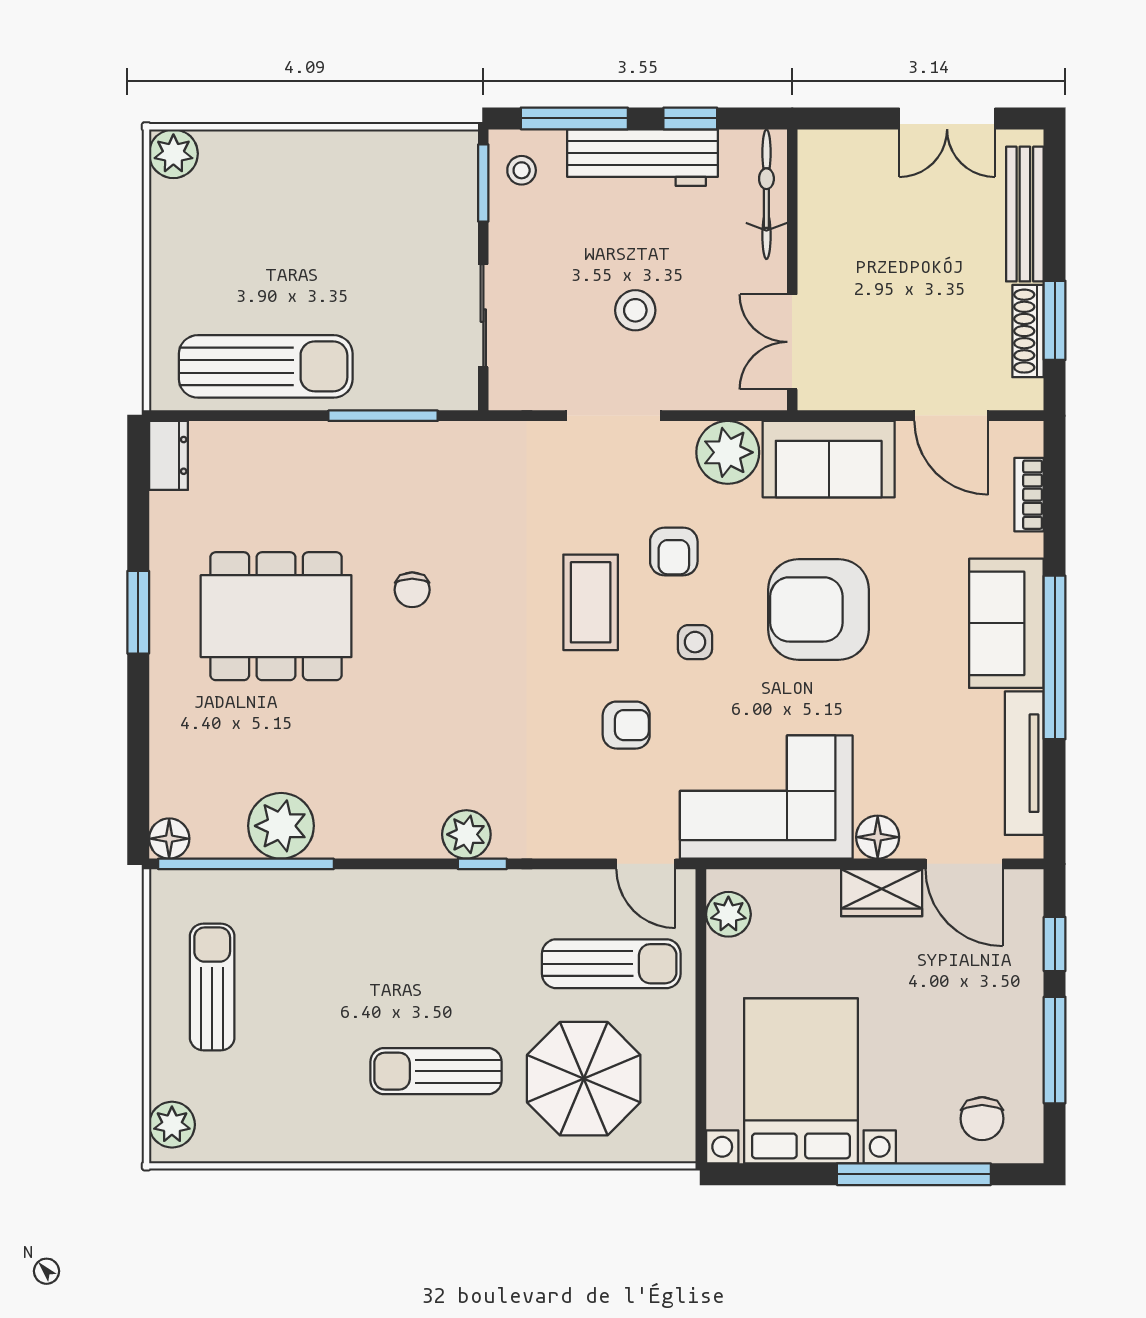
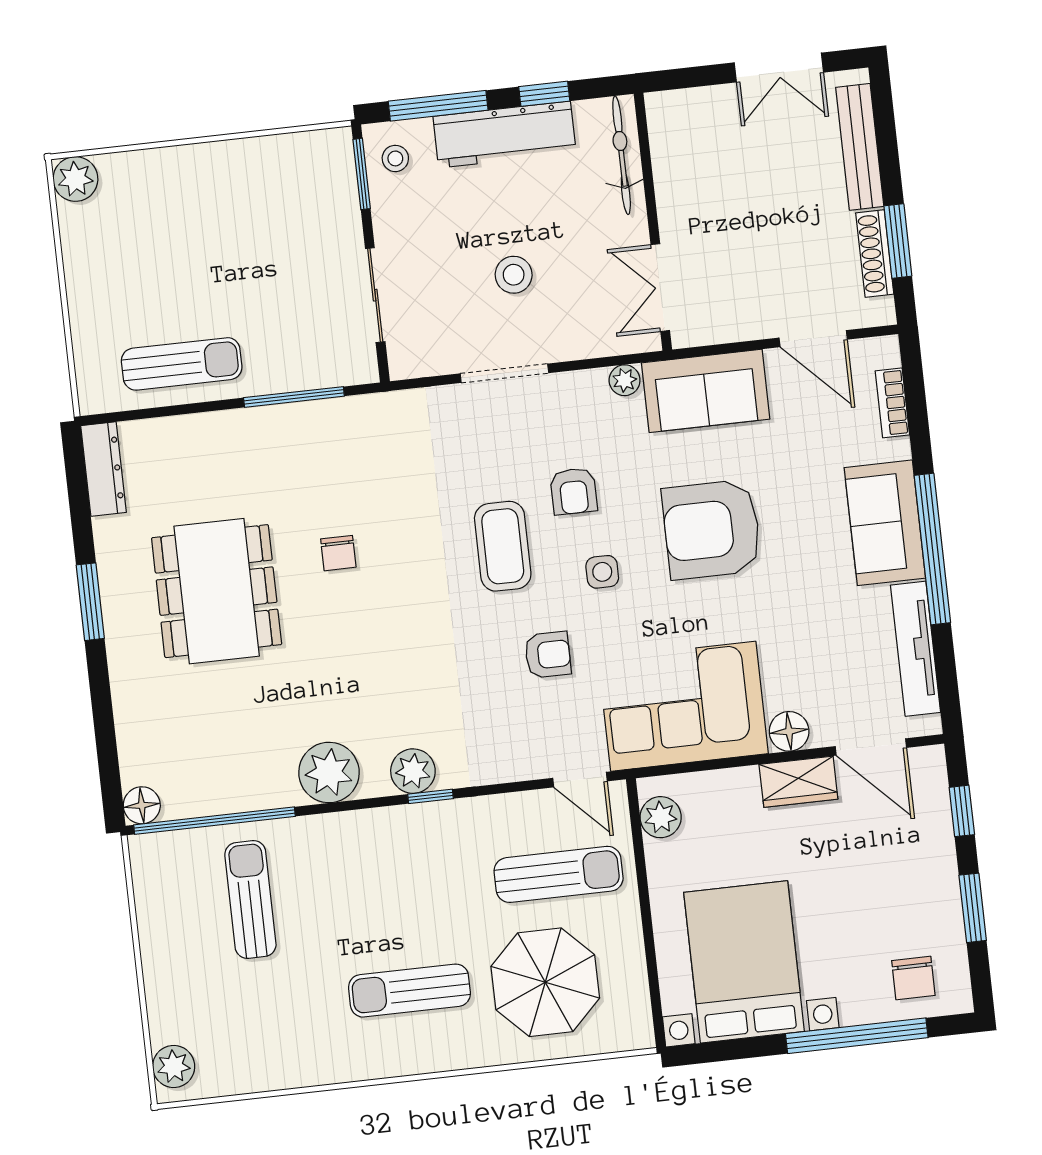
sun lounger: (266, 366) -> (182, 364), width x0.73, depth x0.75
plant: (728, 452) -> (625, 380), width x0.53, depth x0.53
dresser: (169, 455) -> (103, 469), width x1.44
dining table: (276, 616) -> (217, 591), turned 90
plant: (281, 826) -> (329, 773), moved
sun lounger: (212, 987) -> (250, 899), moved
window: (1055, 1050) -> (973, 908), width x0.69

